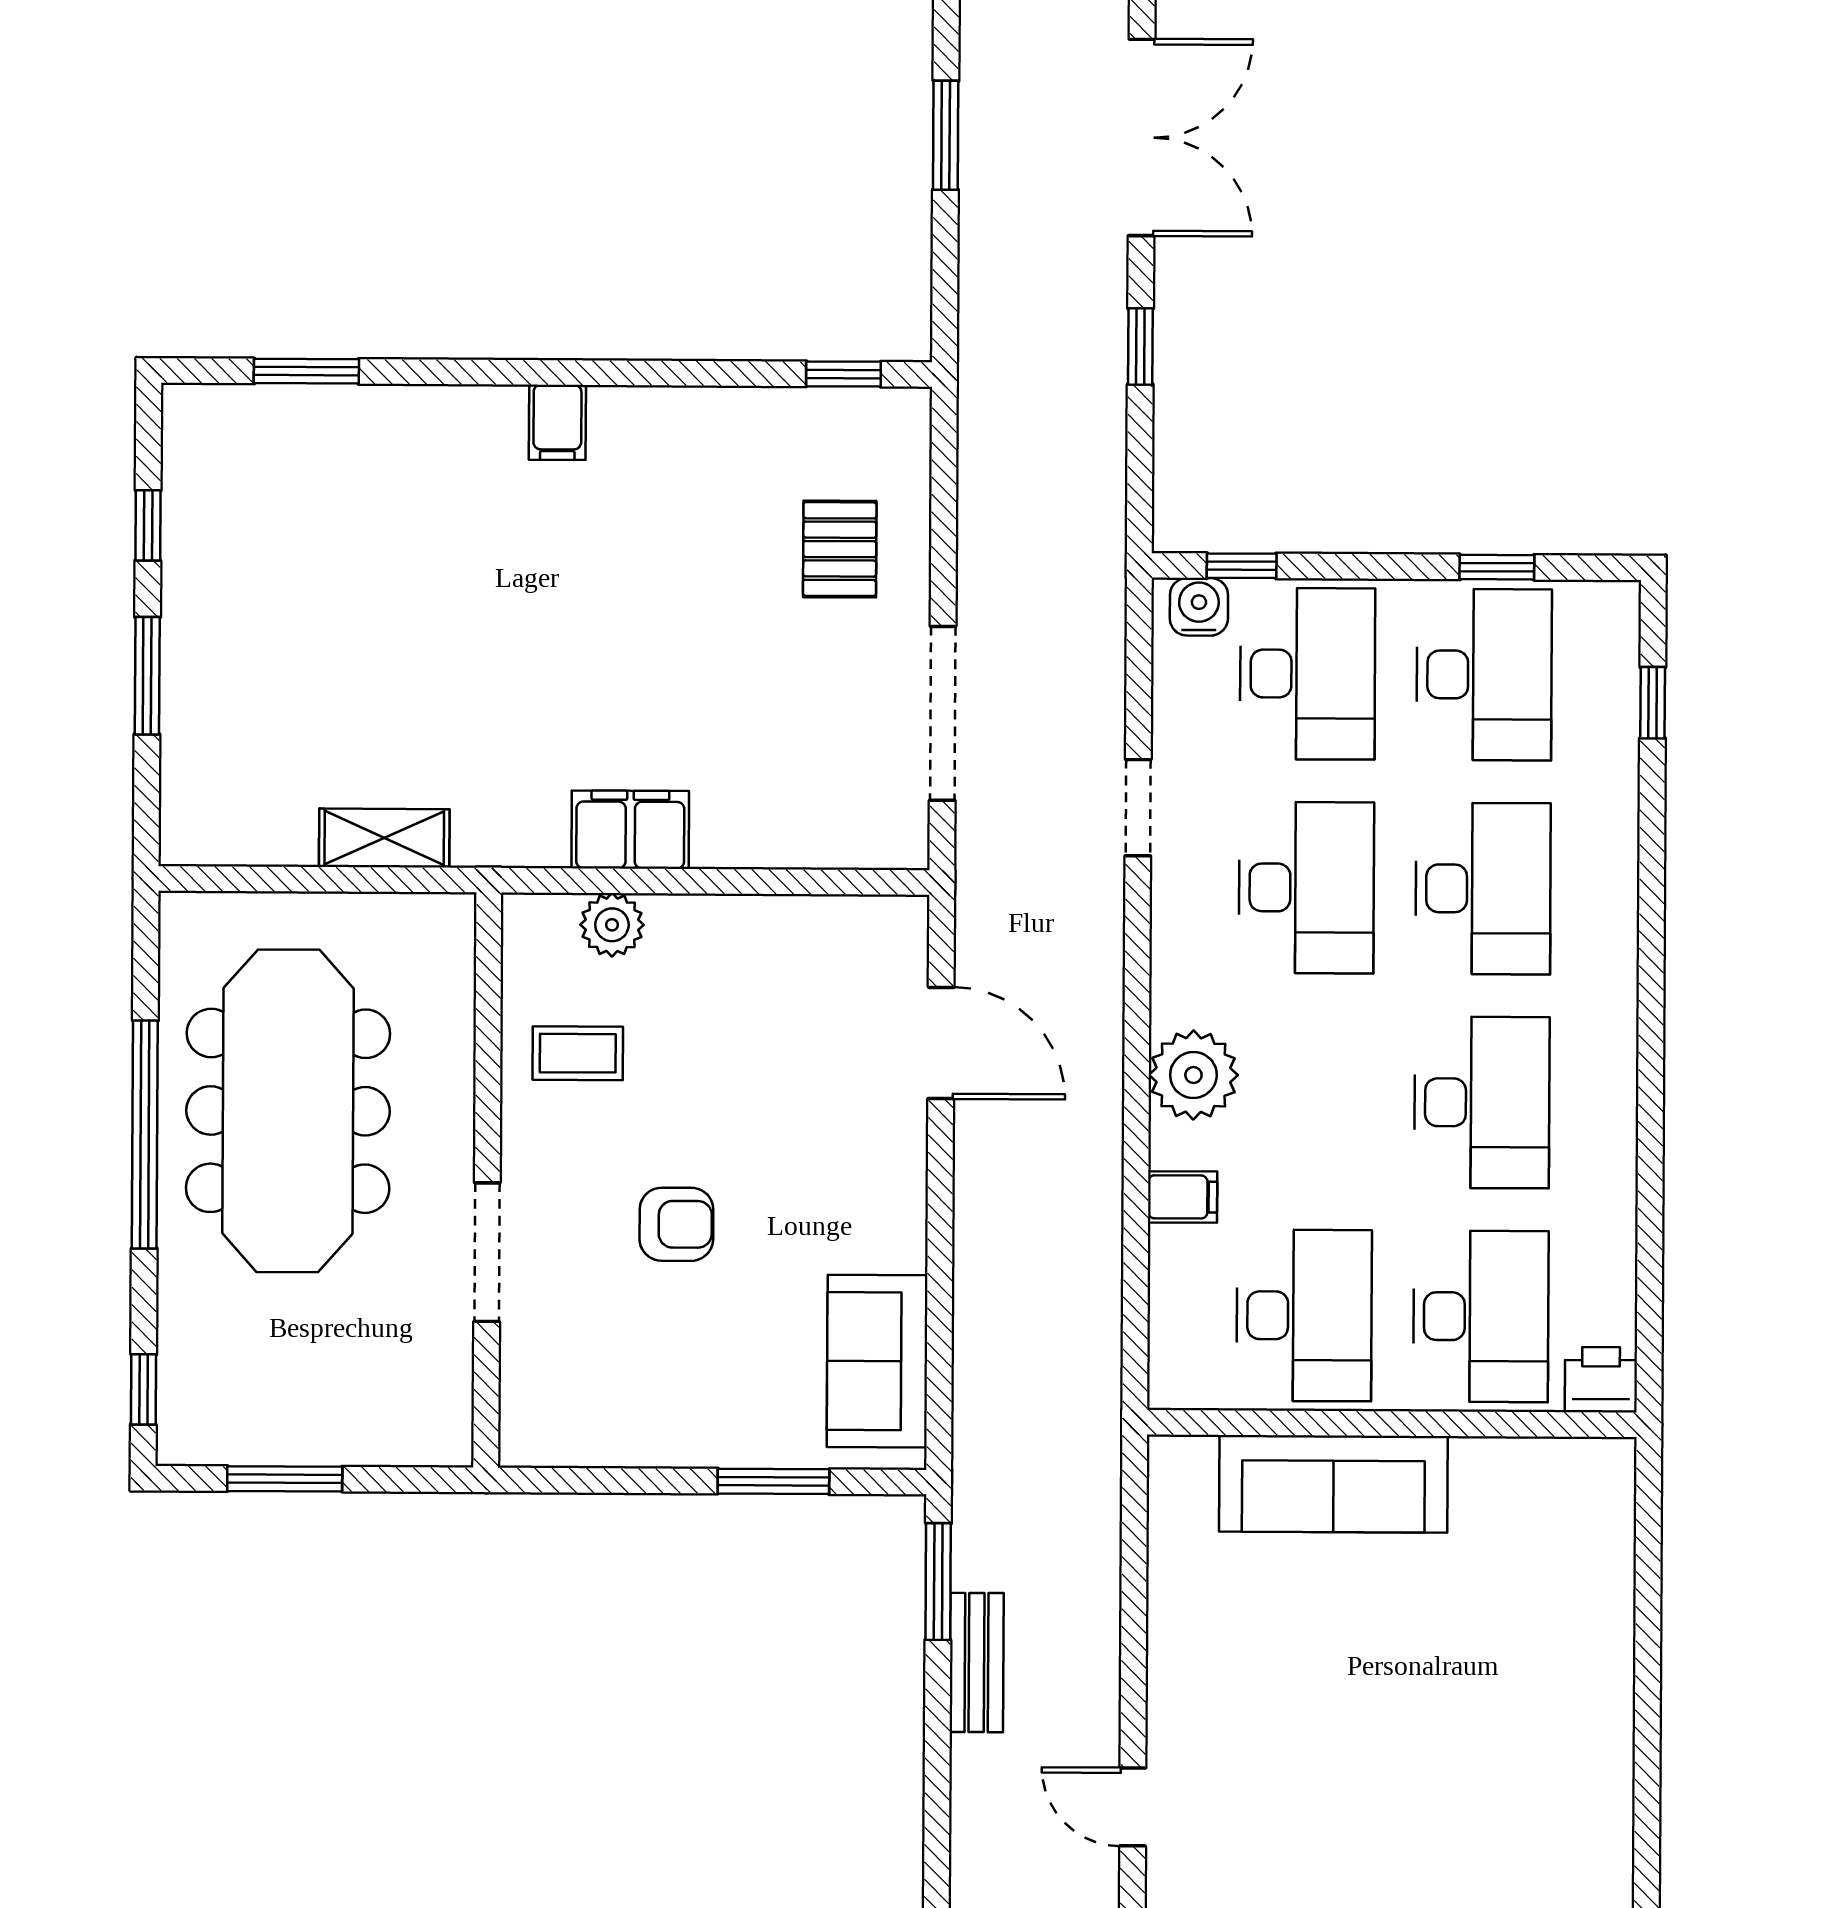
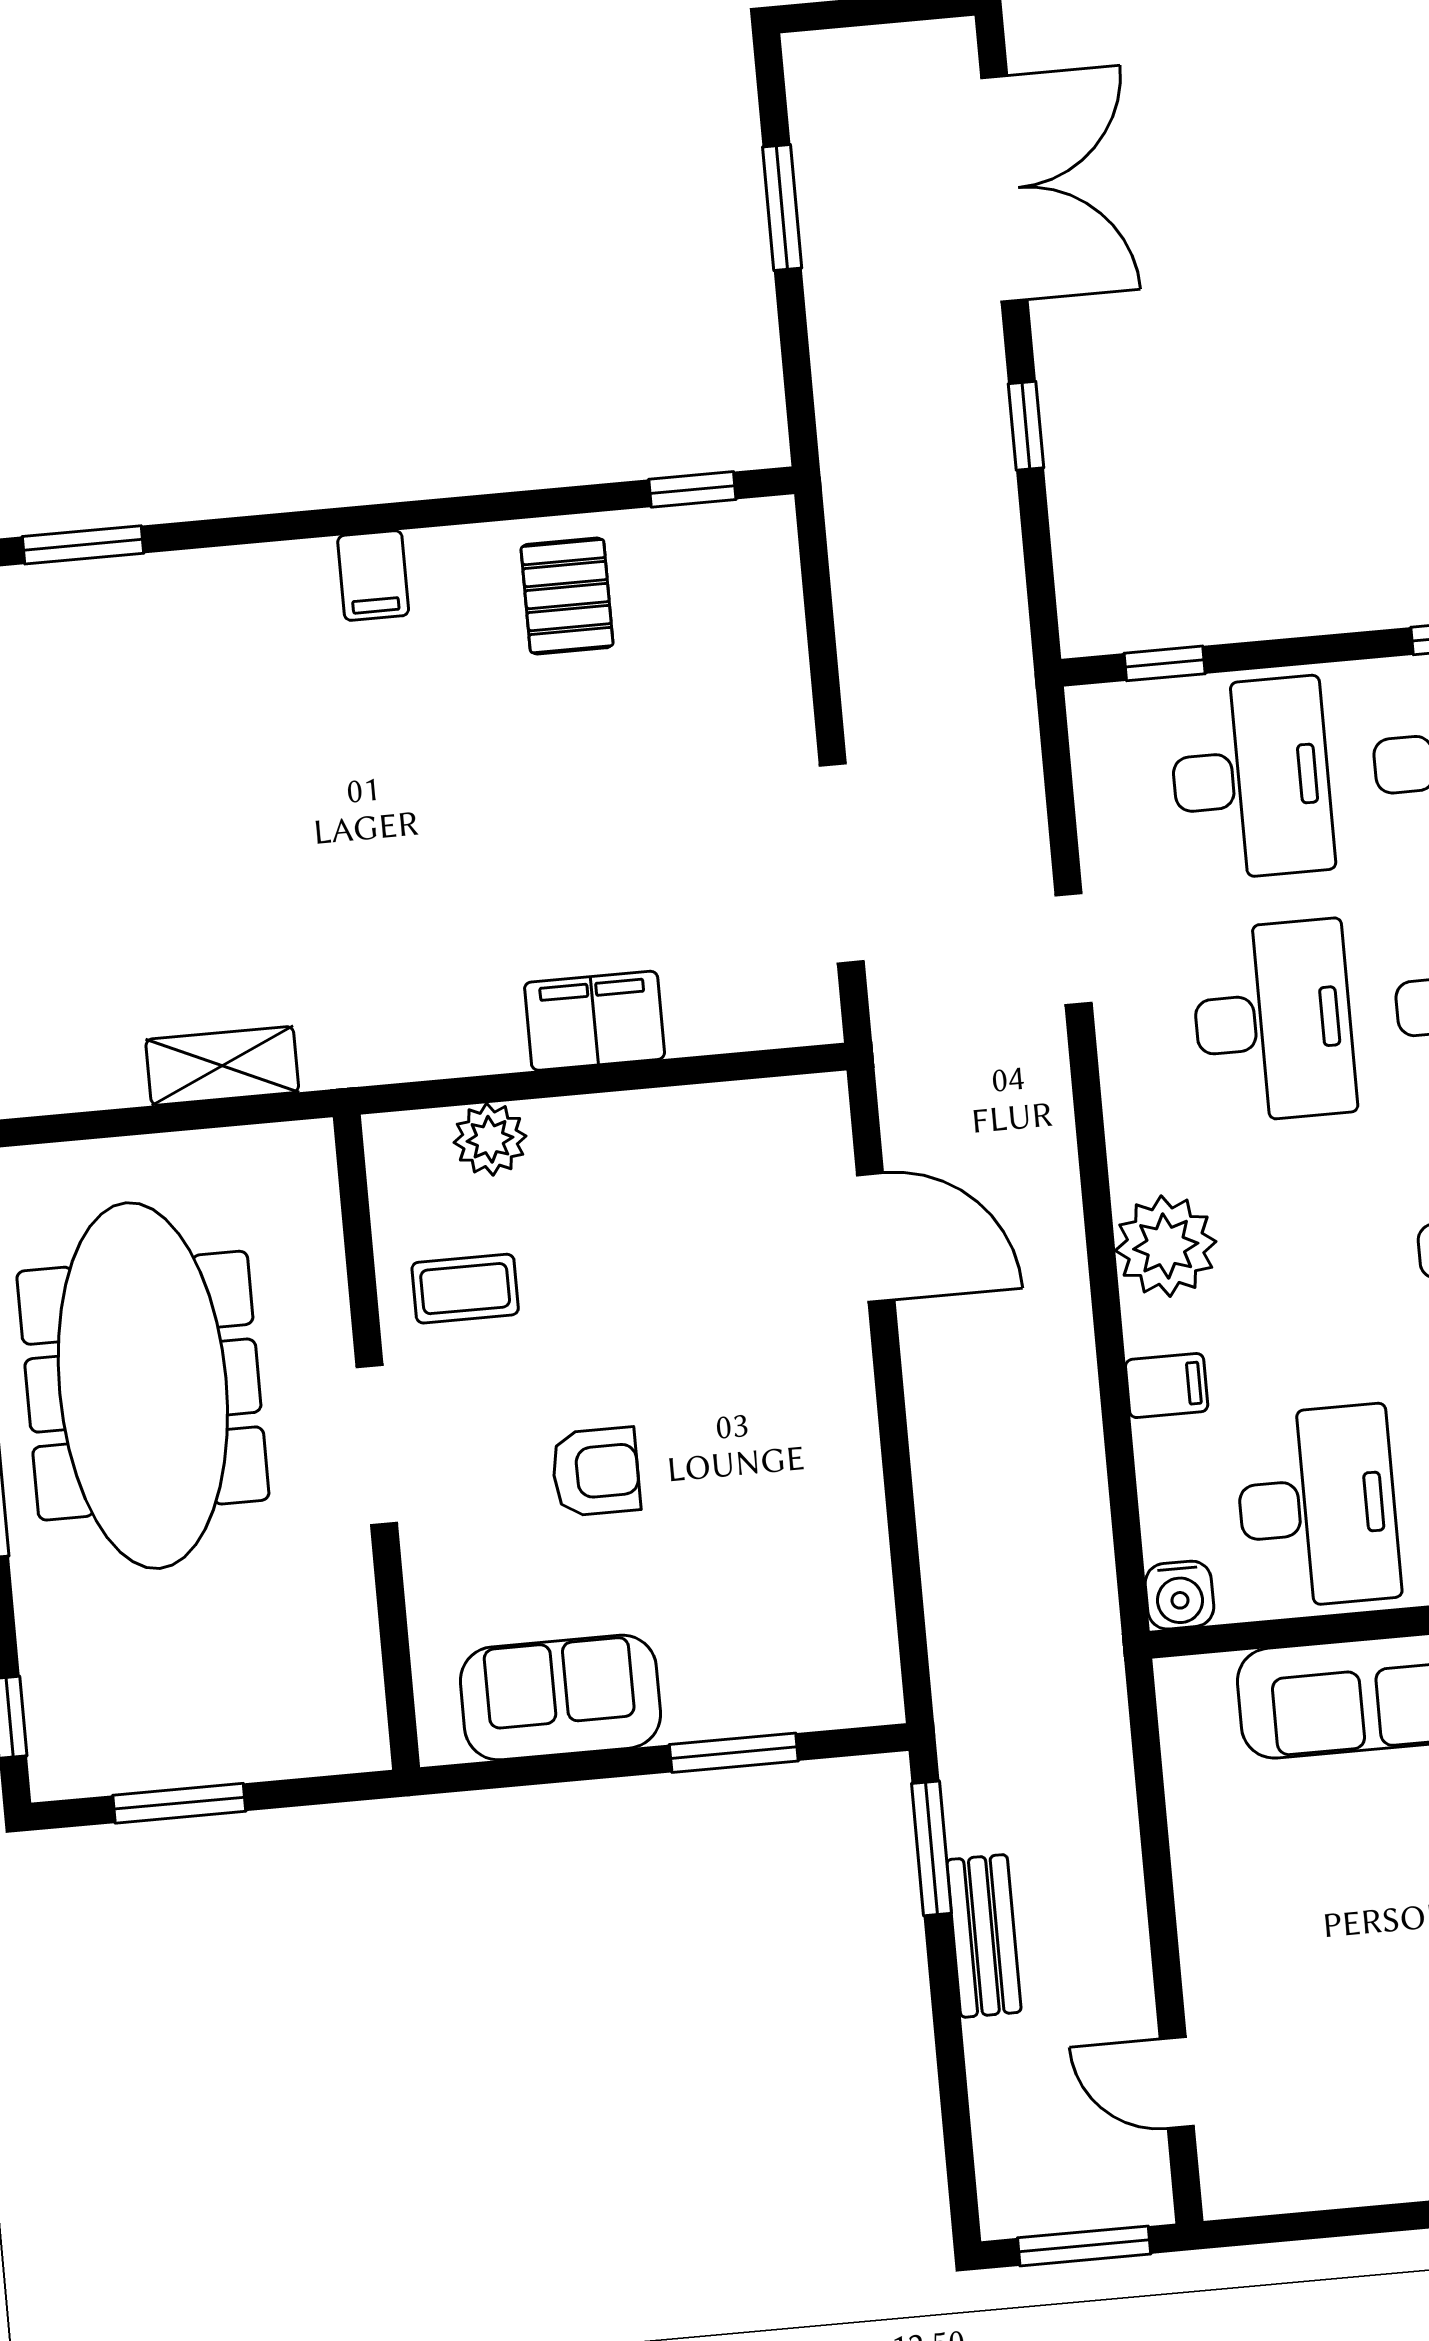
pallet: (840, 549) -> (567, 596), moved
water cooler: (1199, 607) -> (1180, 1595), moved, turned 180
filing cabinet: (630, 830) -> (595, 1021), moved
doorway: (487, 1252) -> (377, 1445), moved
sofa: (877, 1361) -> (560, 1698), moved, turned 90

